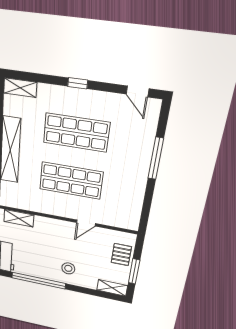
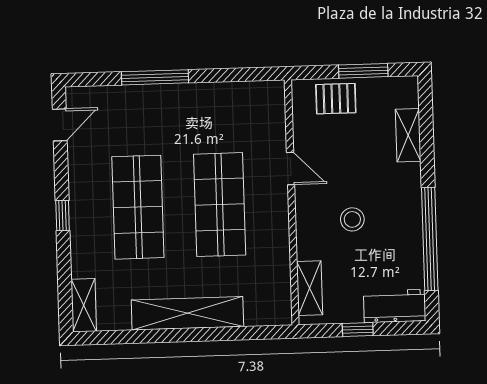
stool: (68, 268) -> (352, 219), moved
shelving: (112, 288) -> (408, 135), moved

